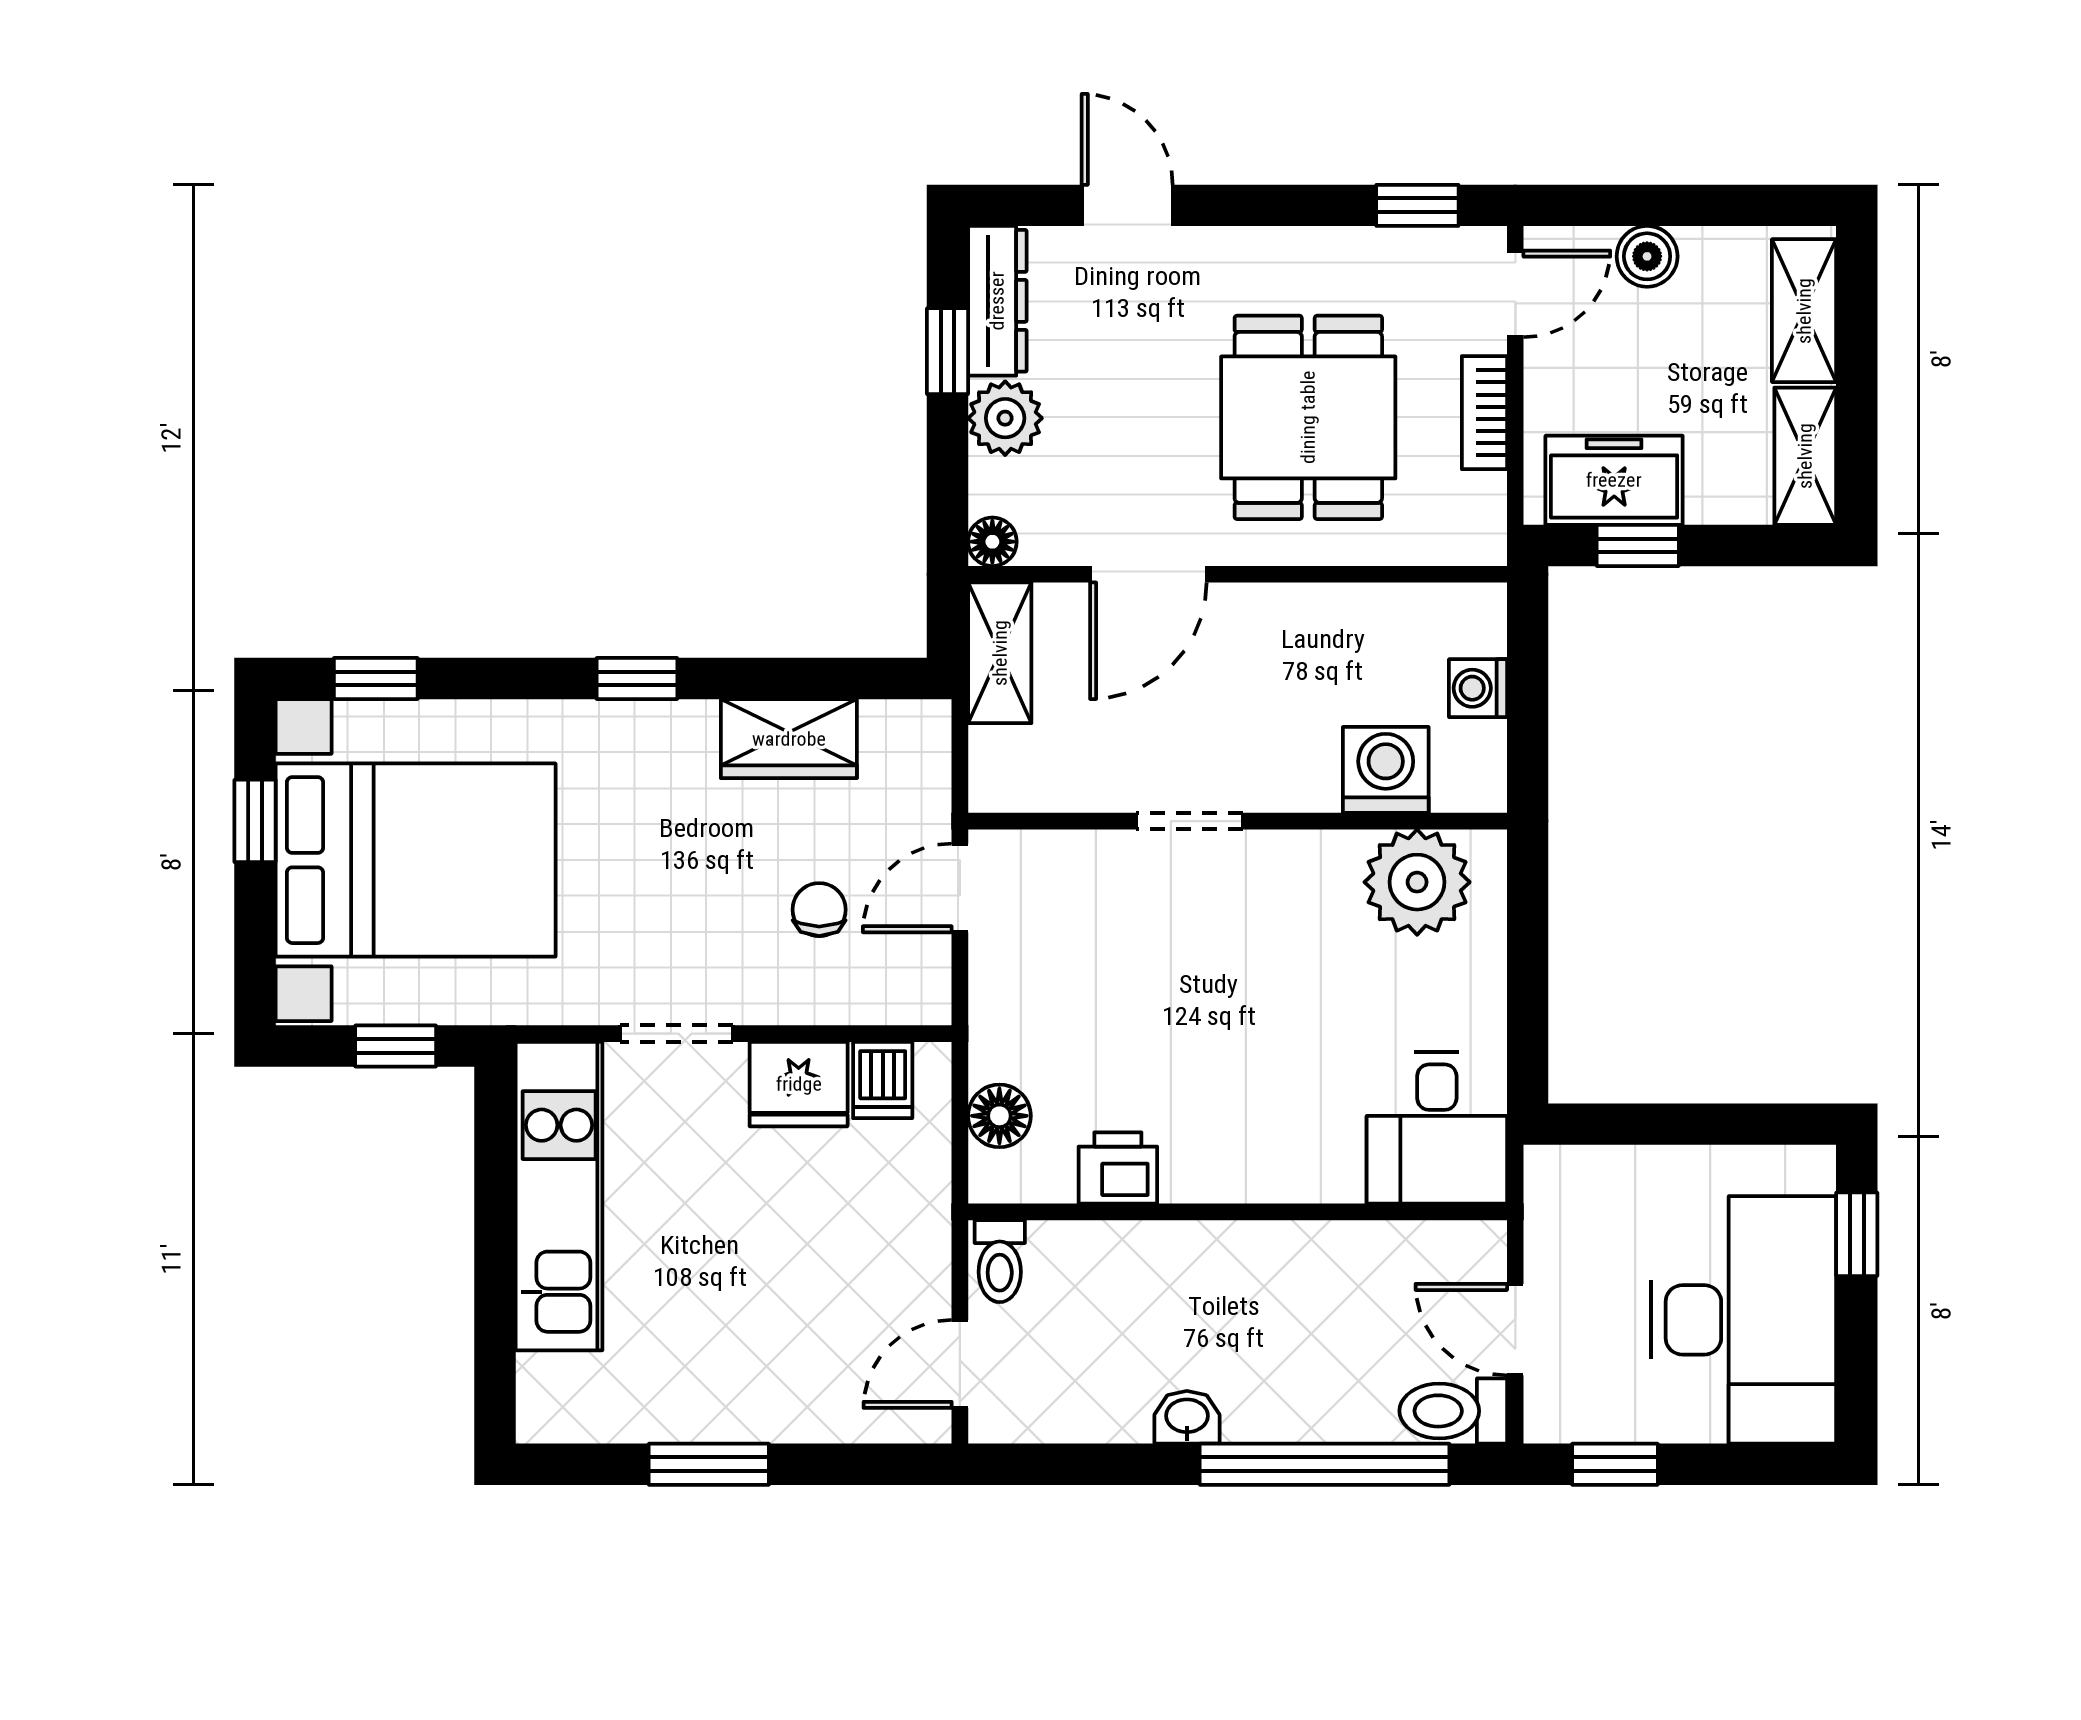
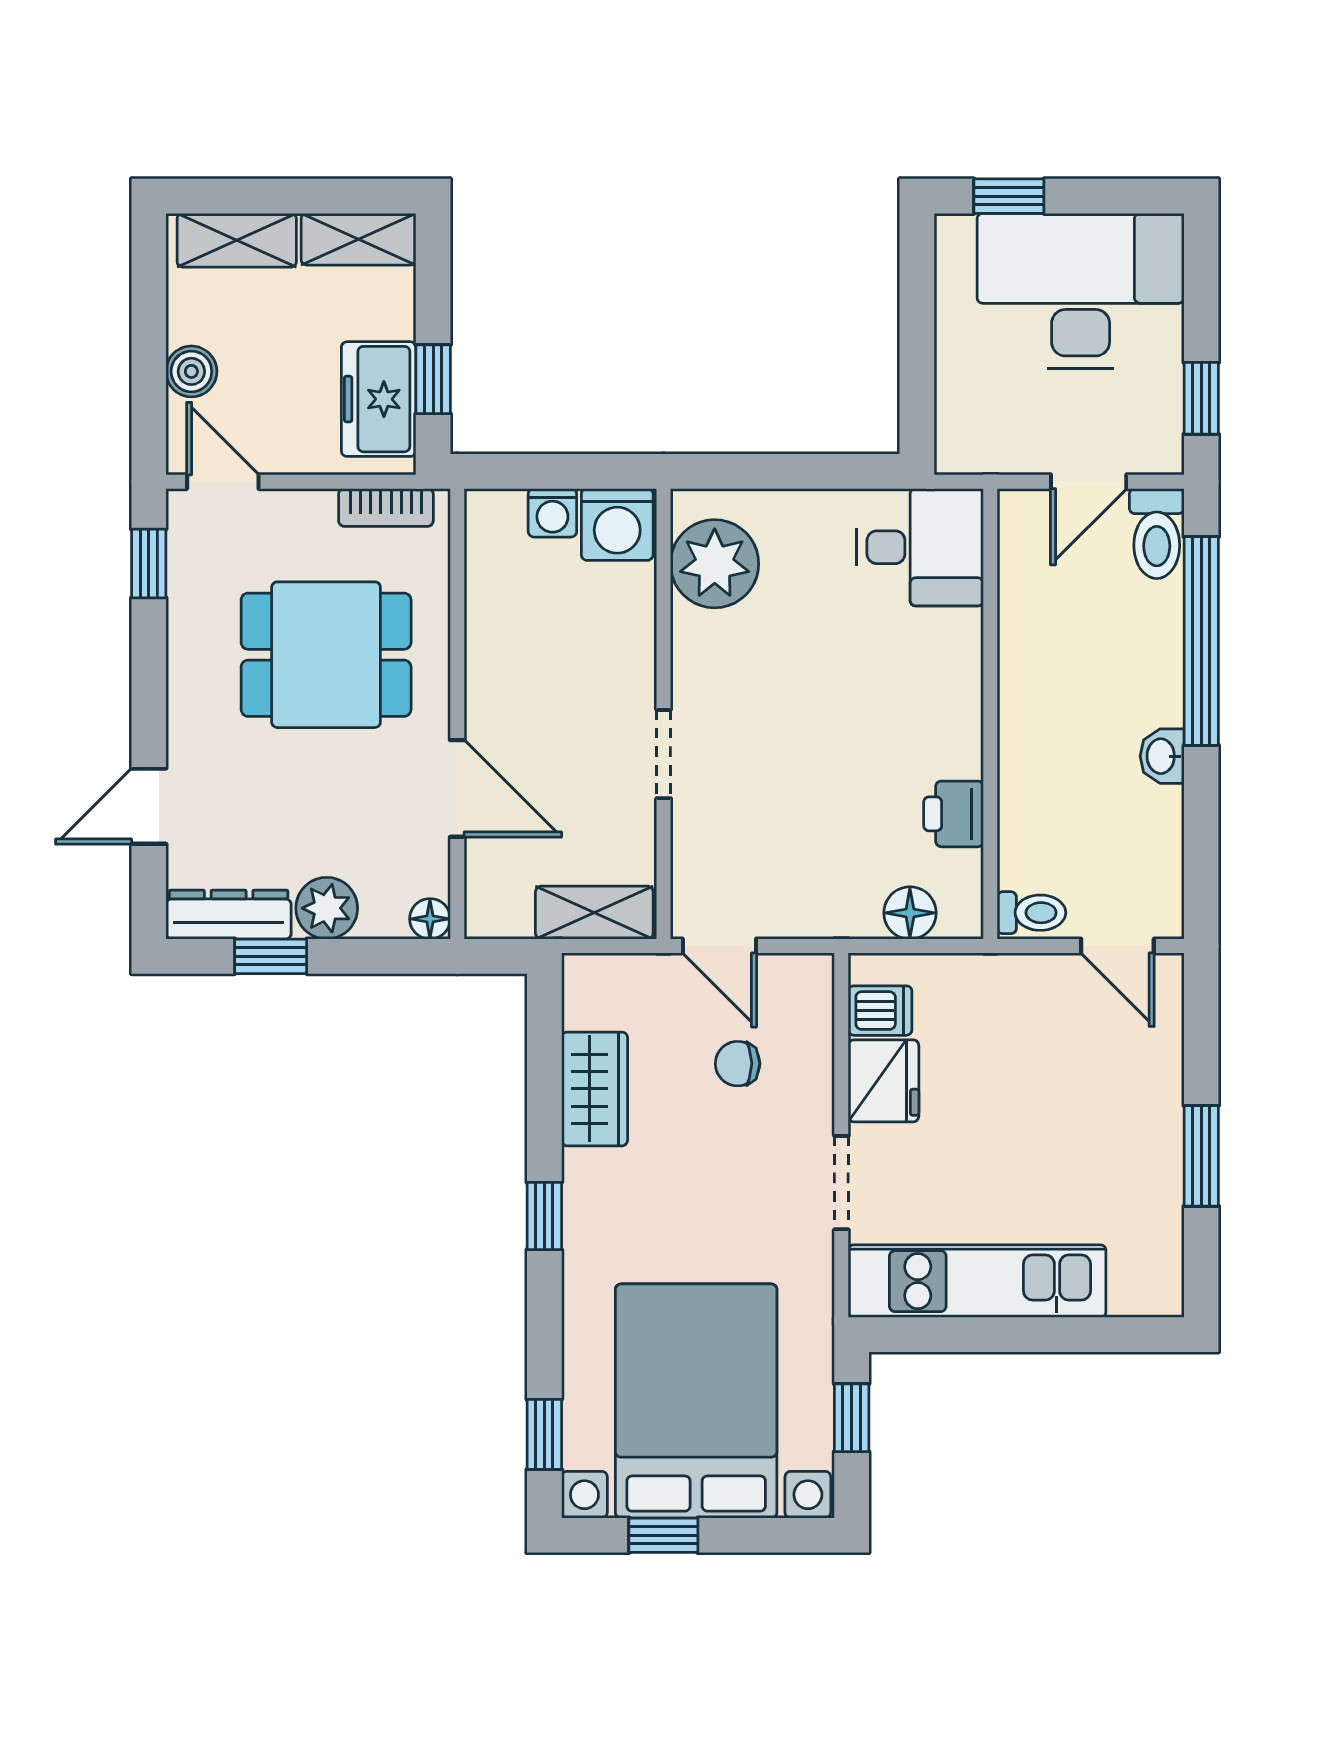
bookcase: (1484, 413) -> (386, 507), moved
shelving: (1000, 653) -> (594, 913), moved
washing machine: (1386, 770) -> (617, 524), moved, turned -90

